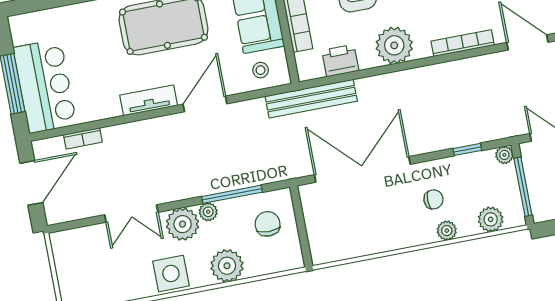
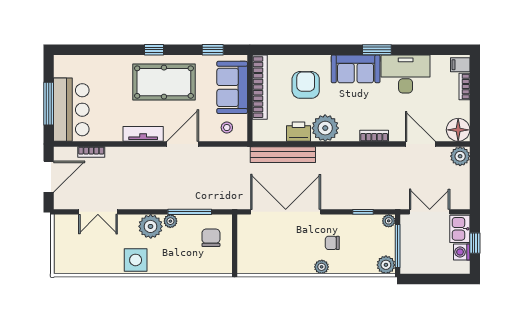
bookcase: (463, 43) -> (374, 136), width x0.64
printer: (340, 61) -> (299, 132), moved
bench: (311, 99) -> (283, 155), moved
chair: (434, 199) -> (332, 243), turned 180
double door: (131, 214) -> (98, 212), moved
plant: (491, 219) -> (386, 265), moved
plant: (447, 231) -> (322, 267), moved
plant: (227, 266) -> (176, 262), removed

